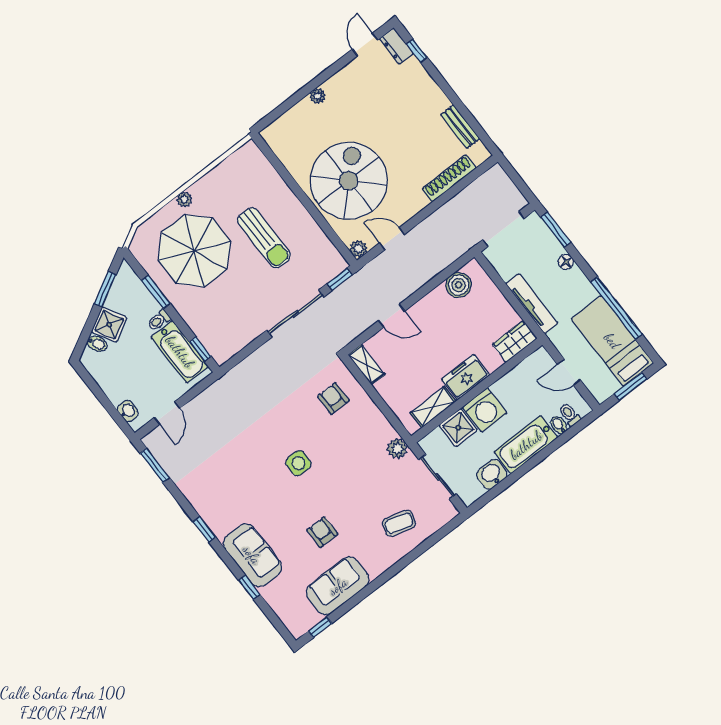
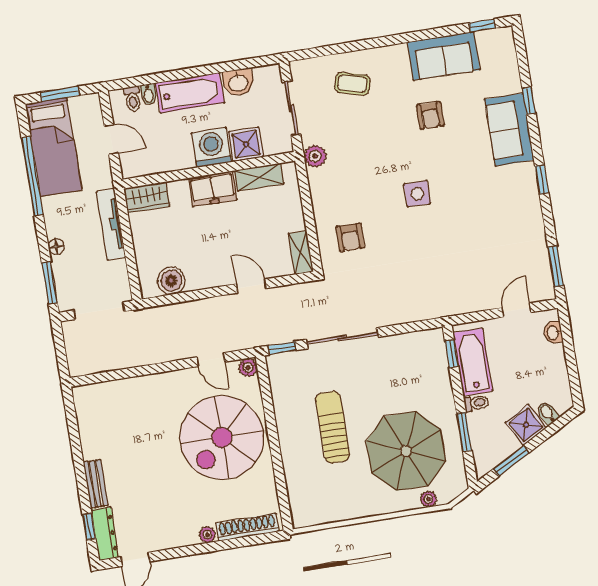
dresser: (396, 46) -> (105, 534), width x1.44
bench: (460, 127) -> (96, 484), moved
shoe rack: (449, 178) -> (247, 527), moved, turned 180
plant: (184, 199) -> (428, 499), moved

